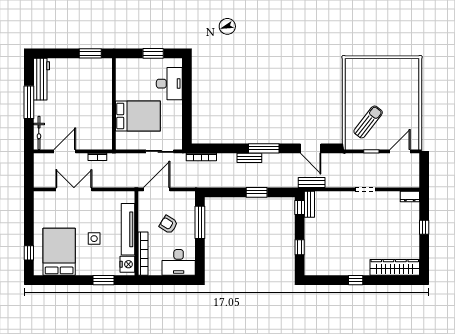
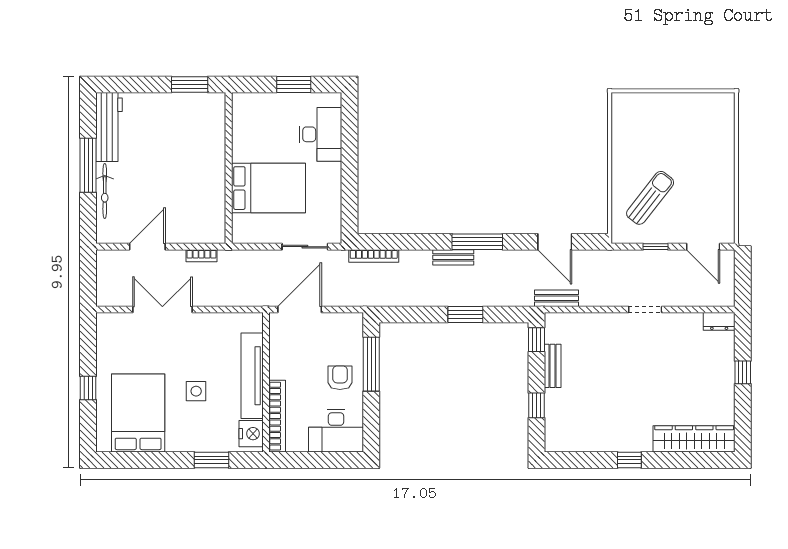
bicycle: (39, 133) -> (105, 191), moved
door: (400, 151) -> (703, 247), swing flipped
bench: (309, 204) -> (553, 366), moved
armchair: (168, 224) -> (340, 378), moved, turned 58
window: (29, 253) -> (88, 388), moved

